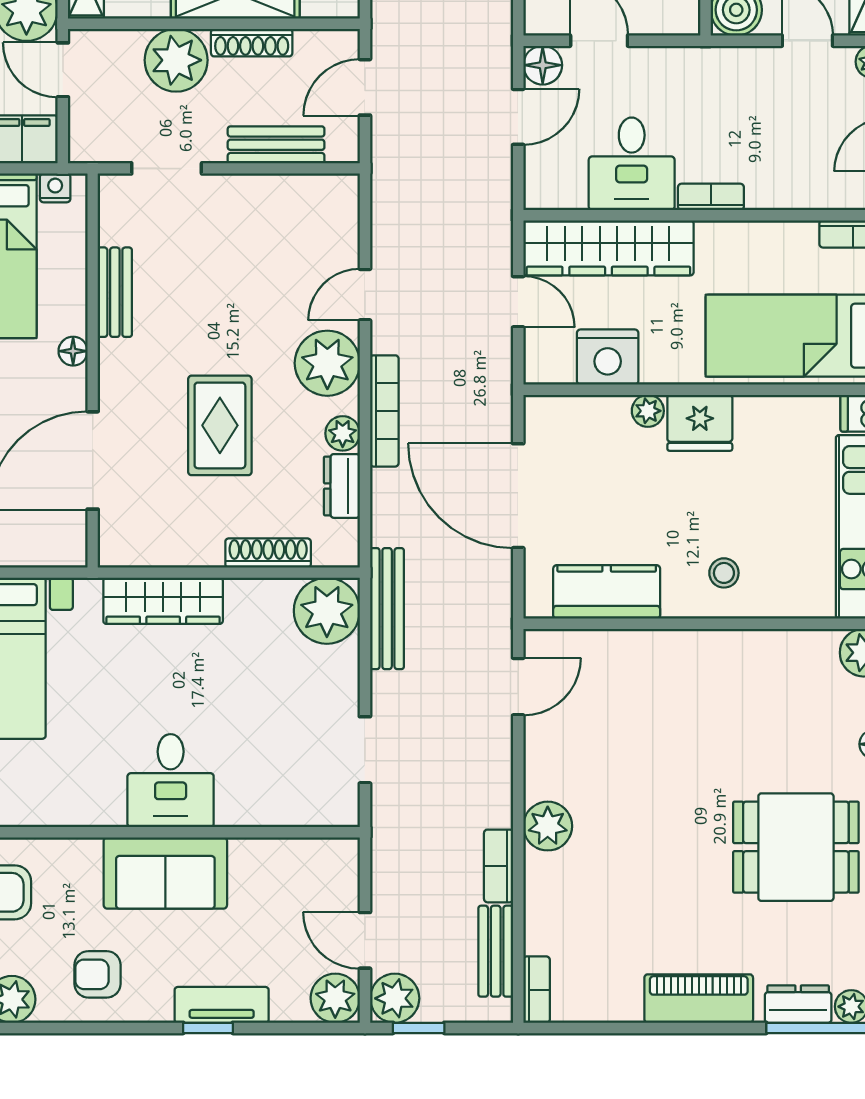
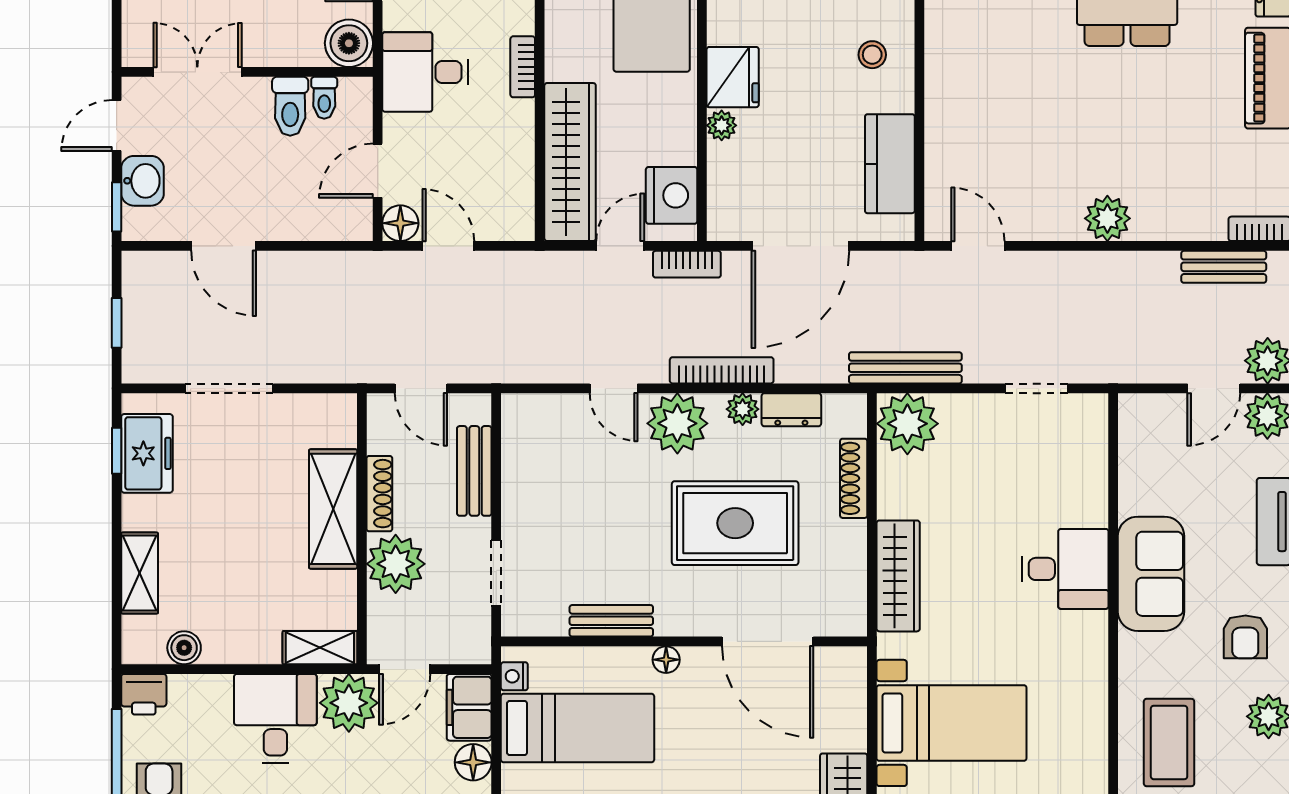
desk: (632, 164) -> (425, 72), moved, turned 180
nightstand: (608, 357) -> (672, 195), moved
rug: (220, 425) -> (735, 523), width x1.36, depth x1.43
bookcase: (499, 866) -> (687, 264), moved

